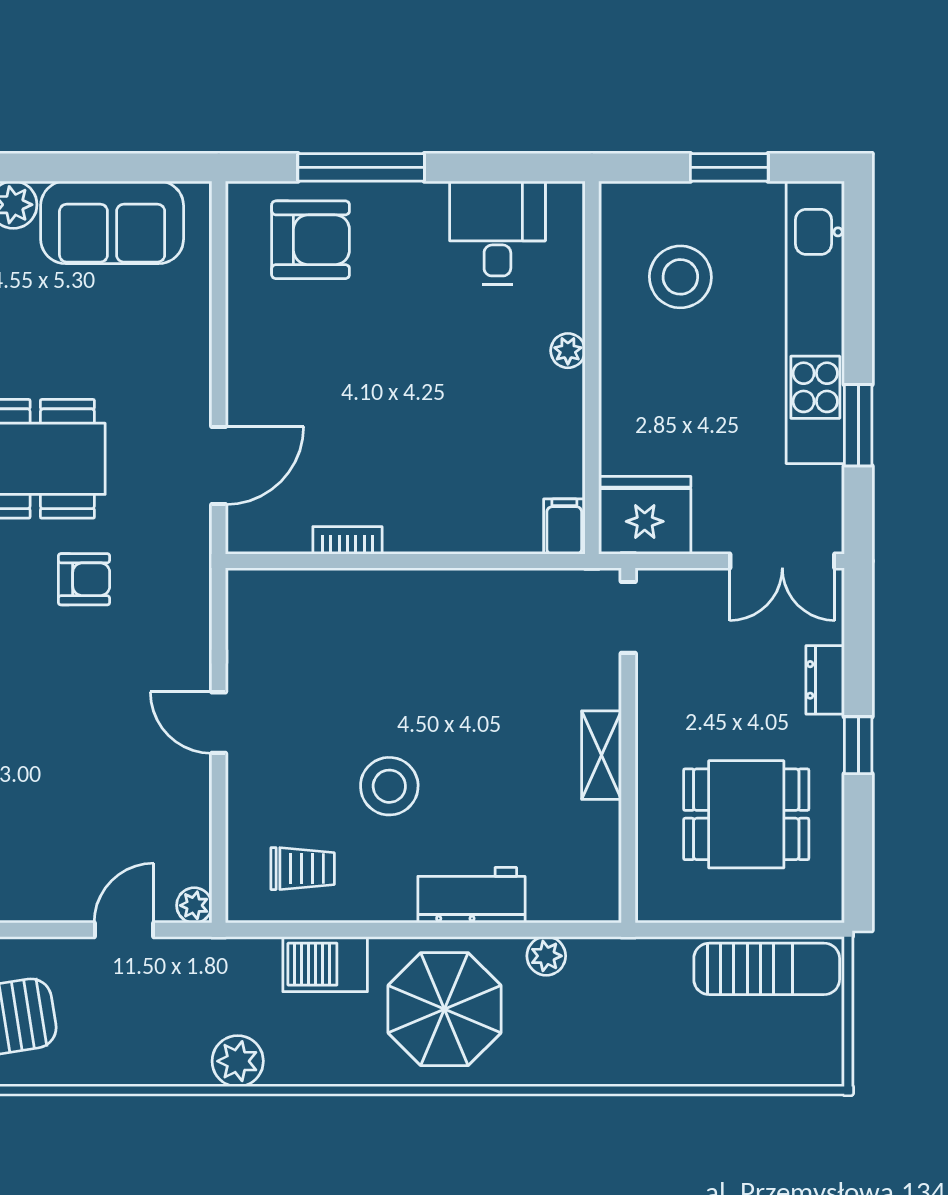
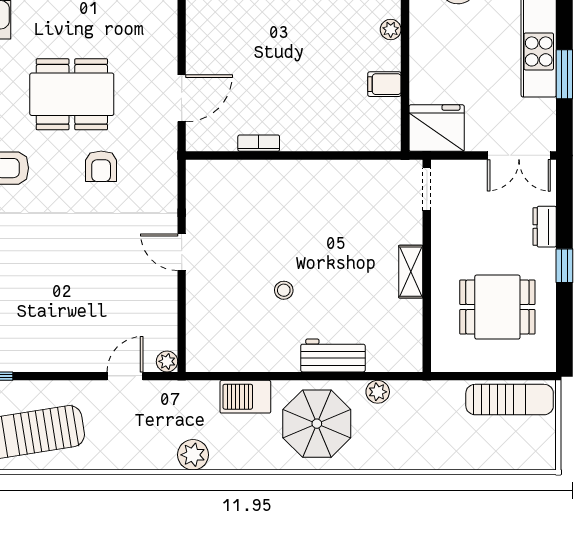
filing cabinet: (564, 527) -> (384, 84), moved, turned -90
armchair: (84, 579) -> (101, 166), turned 90
stool: (389, 786) -> (284, 290), width x0.53, depth x0.53
trolley: (303, 869) -> (232, 340), removed

